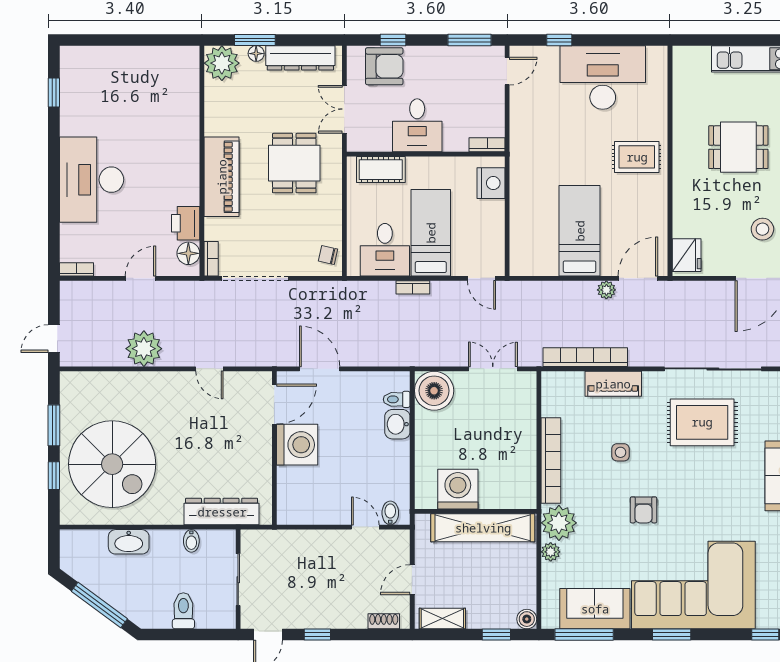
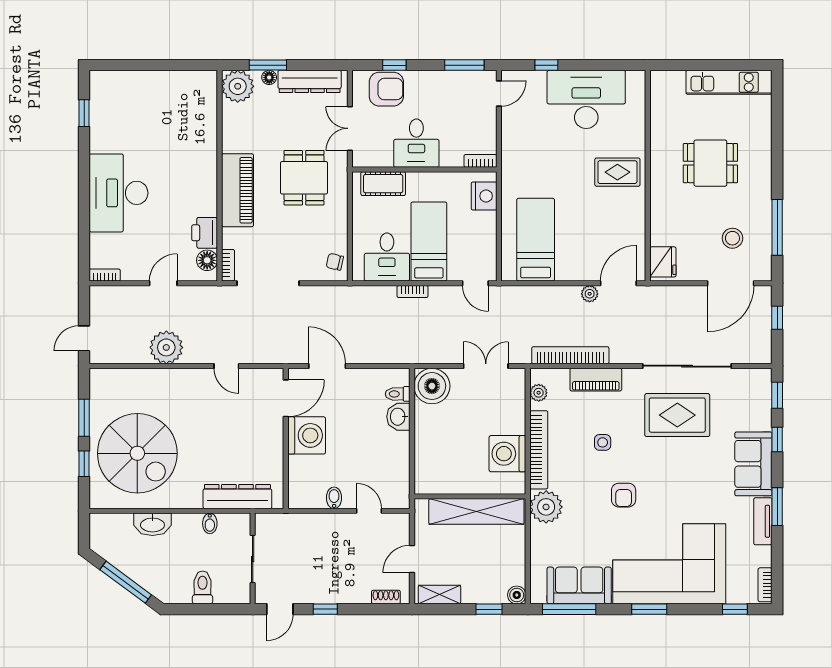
bed: (580, 231) -> (536, 240), moved
washing machine: (458, 489) -> (507, 454), moved, turned -90
bidet: (390, 513) -> (334, 498), moved
plant: (551, 552) -> (539, 393), moved

